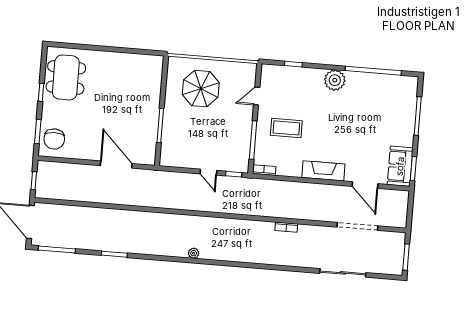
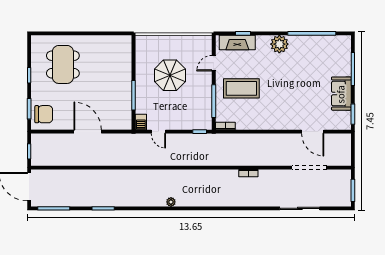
dining table: (66, 77) -> (63, 64), moved
parasol: (201, 89) -> (170, 75), moved
coffee table: (286, 128) -> (241, 88), width x1.36, depth x1.32
chair: (54, 139) -> (44, 114), turned -90
barbecue: (166, 157) -> (141, 122), added
door: (116, 165) -> (88, 132), moved
sofa: (400, 166) -> (341, 94), moved
fireplace: (323, 171) -> (237, 43), moved, turned 180
door: (208, 172) -> (158, 132), moved

